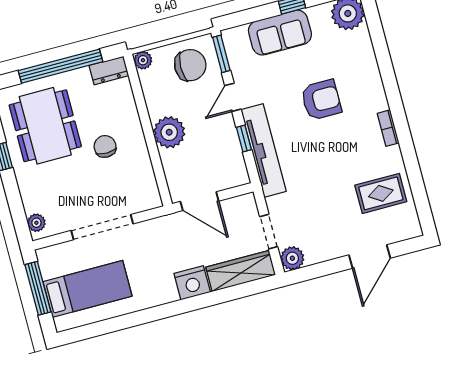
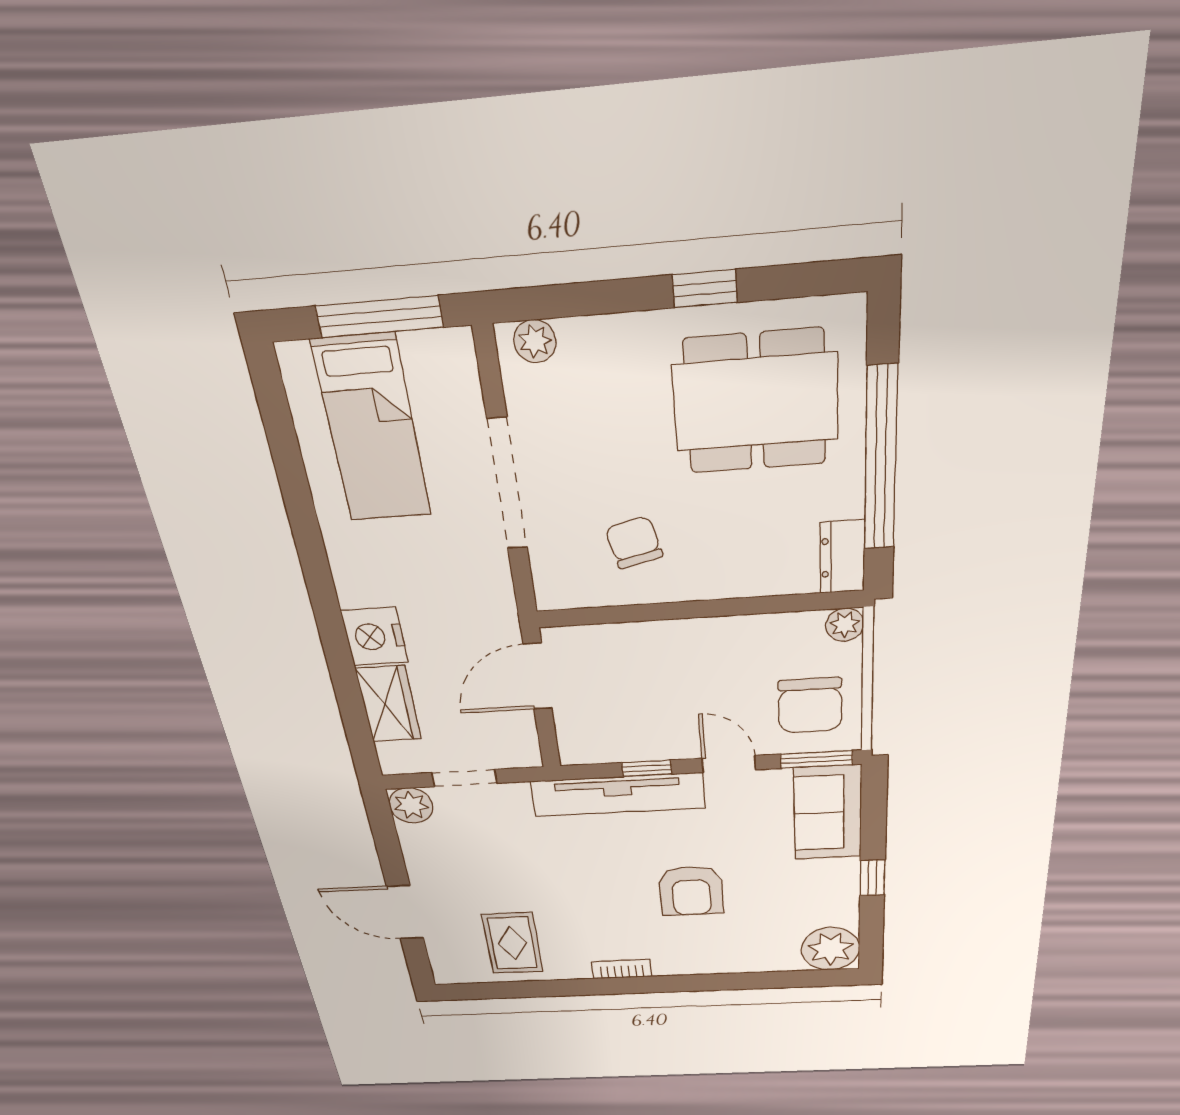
sofa: (280, 33) -> (828, 813), moved
plant: (169, 132) -> (686, 647), removed
chair: (105, 146) -> (634, 543), moved, turned -104
wardrobe: (241, 271) -> (389, 704), width x0.67

